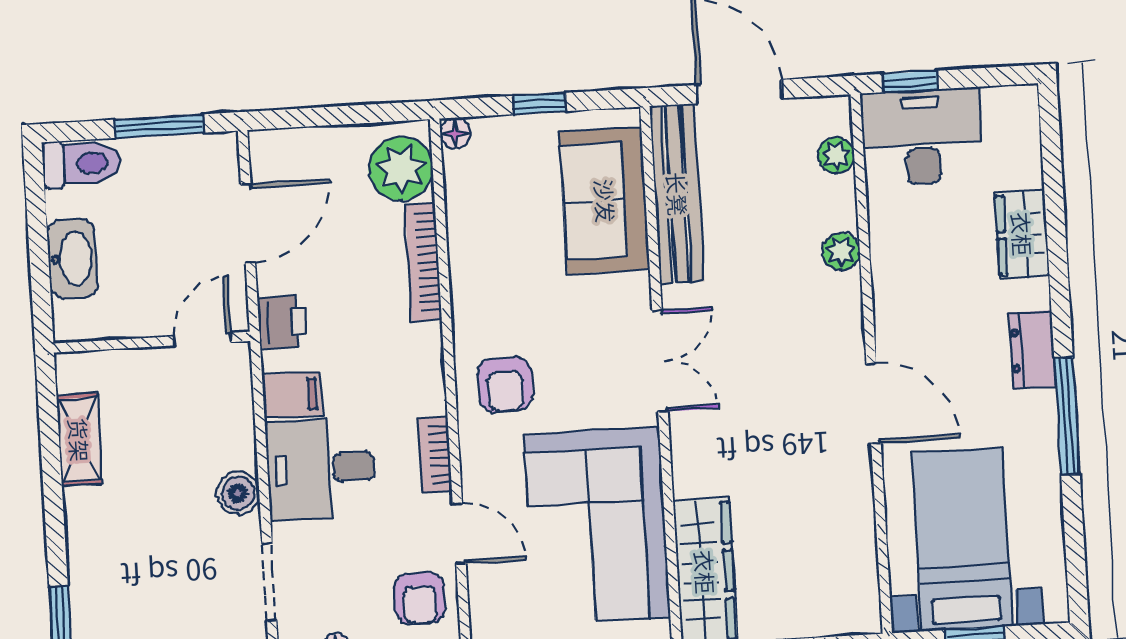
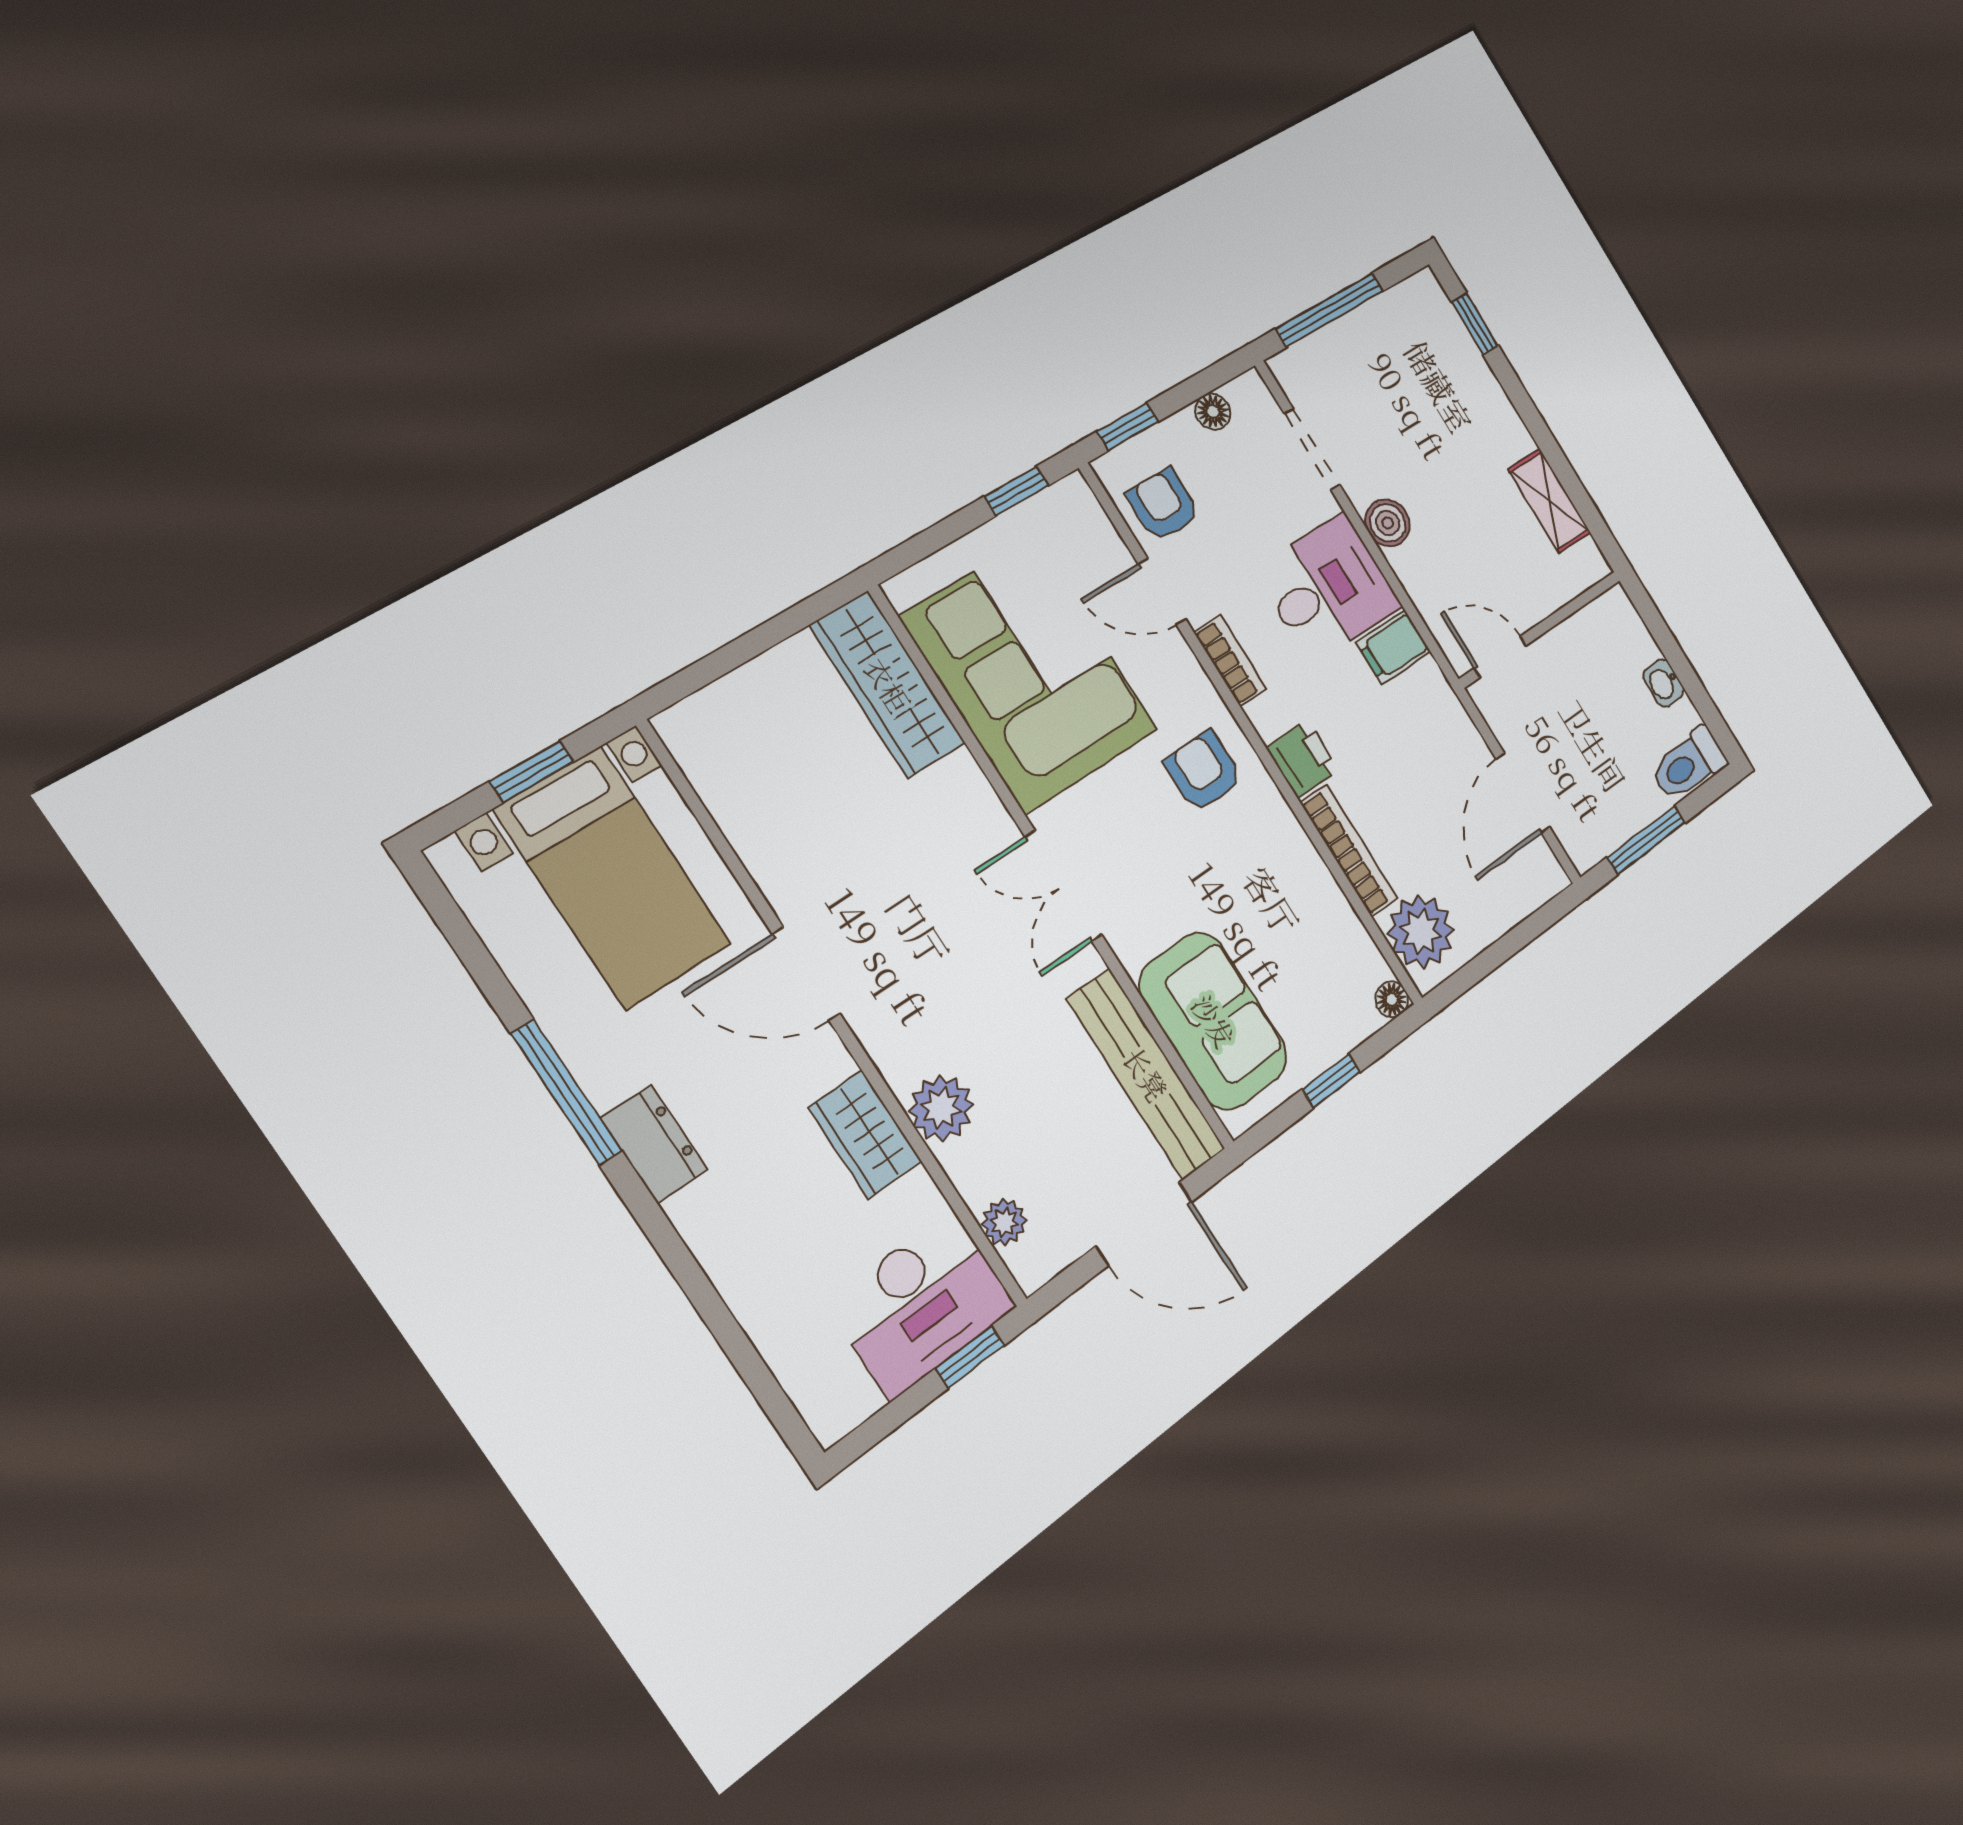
wardrobe: (1022, 234) -> (865, 1134), moved, turned 180
plant: (841, 252) -> (941, 1108), width x1.38, depth x1.38
washbasin: (72, 259) -> (1663, 683), width x0.52, depth x0.69
printer: (282, 322) -> (1303, 759), moved, turned 180
door: (202, 339) -> (1500, 657), swing flipped

